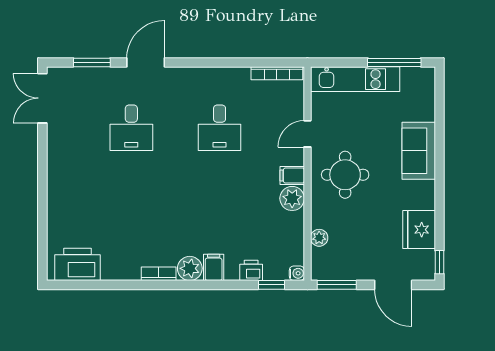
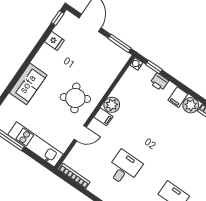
round table: (345, 175) -> (75, 98), turned -30
fridge: (419, 230) -> (54, 41), width x0.53, depth x0.75
plant: (319, 238) -> (112, 74), removed

